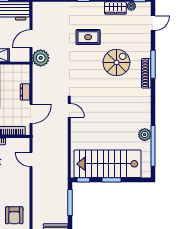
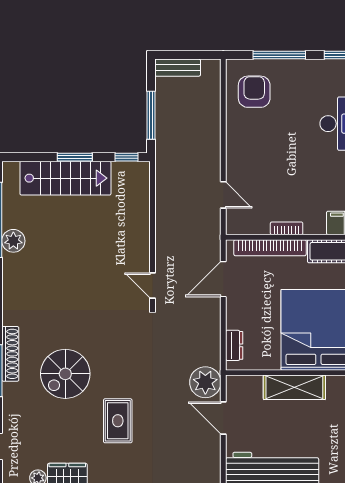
rug: (88, 37) -> (118, 421), turned 90
door: (31, 39) -> (223, 418), swing flipped
dresser: (25, 92) -> (234, 345), moved
stairs: (107, 164) -> (65, 178), width x0.73, depth x0.66

